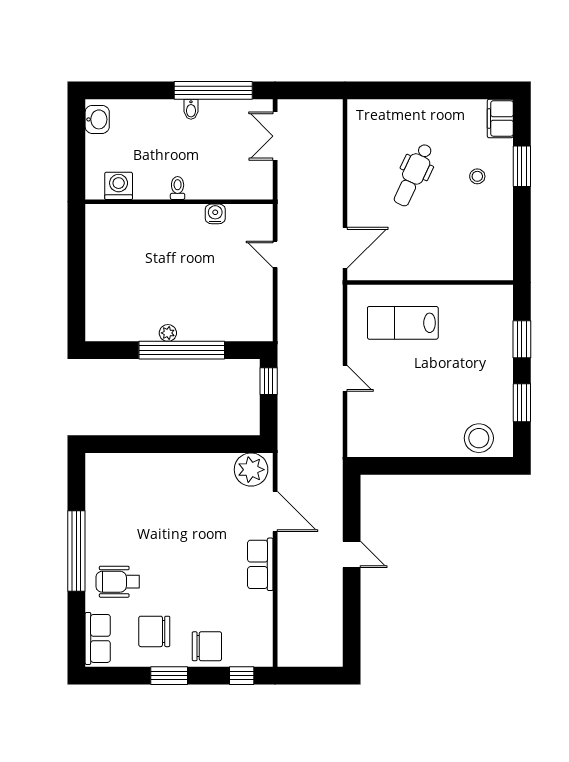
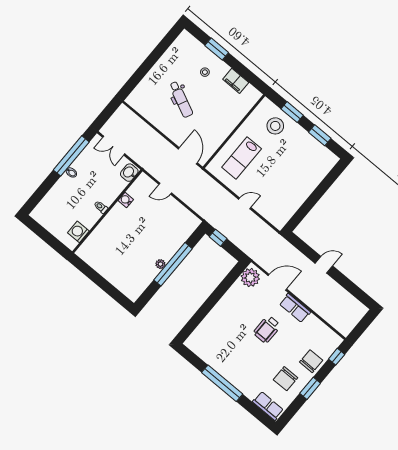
filing cabinet: (500, 118) -> (236, 81), moved
washbasin: (97, 119) -> (129, 173), moved, turned -90
stool: (479, 438) -> (275, 126), moved
wheelchair: (118, 582) -> (267, 329), moved

